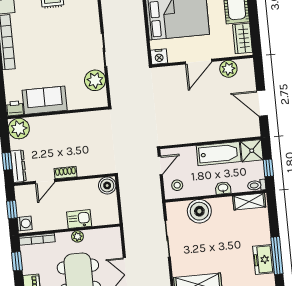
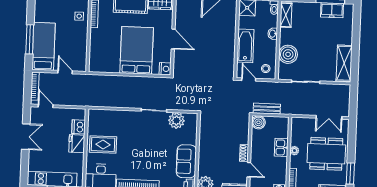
plant: (228, 69) -> (182, 17), removed
bathtub: (219, 154) -> (245, 46), moved
bench: (126, 194) -> (267, 109), added

